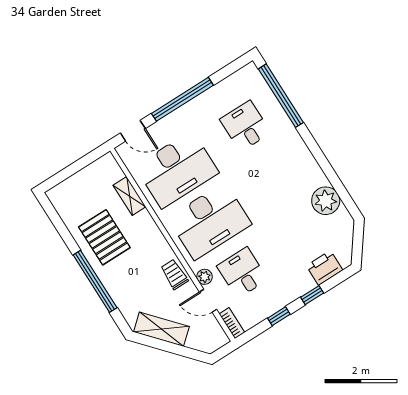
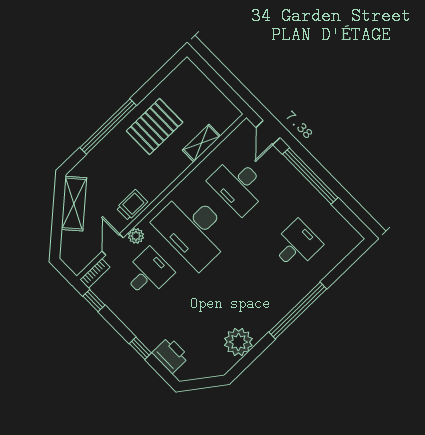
window: (281, 96) -> (298, 311), moved
desk: (177, 170) -> (238, 185), width x0.73, depth x0.77
window: (279, 316) -> (94, 301), moved

